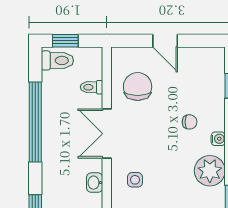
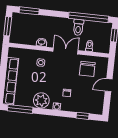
toilet: (57, 60) -> (78, 27), moved
chair: (138, 87) -> (87, 69), turned 90
window: (35, 122) -> (89, 17), moved

